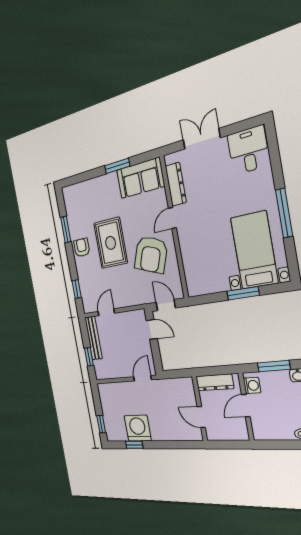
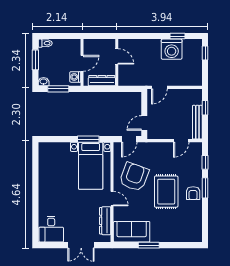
window: (284, 213) -> (35, 185), removed
door: (172, 218) -> (112, 199), hinge flipped
window: (66, 230) -> (205, 188), moved
bed with nightstands: (254, 250) -> (91, 166), moved
window: (243, 293) -> (88, 139), moved
door: (166, 305) -> (129, 139), hinge flipped
door: (152, 329) -> (144, 123), hinge flipped

